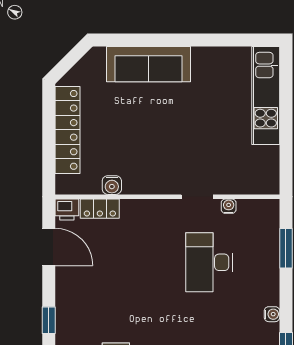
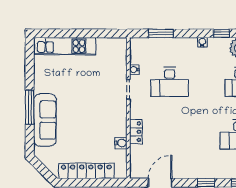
window: (169, 40) -> (30, 107), added
printer: (67, 209) -> (136, 171), removed
locker: (100, 209) -> (136, 132), moved

